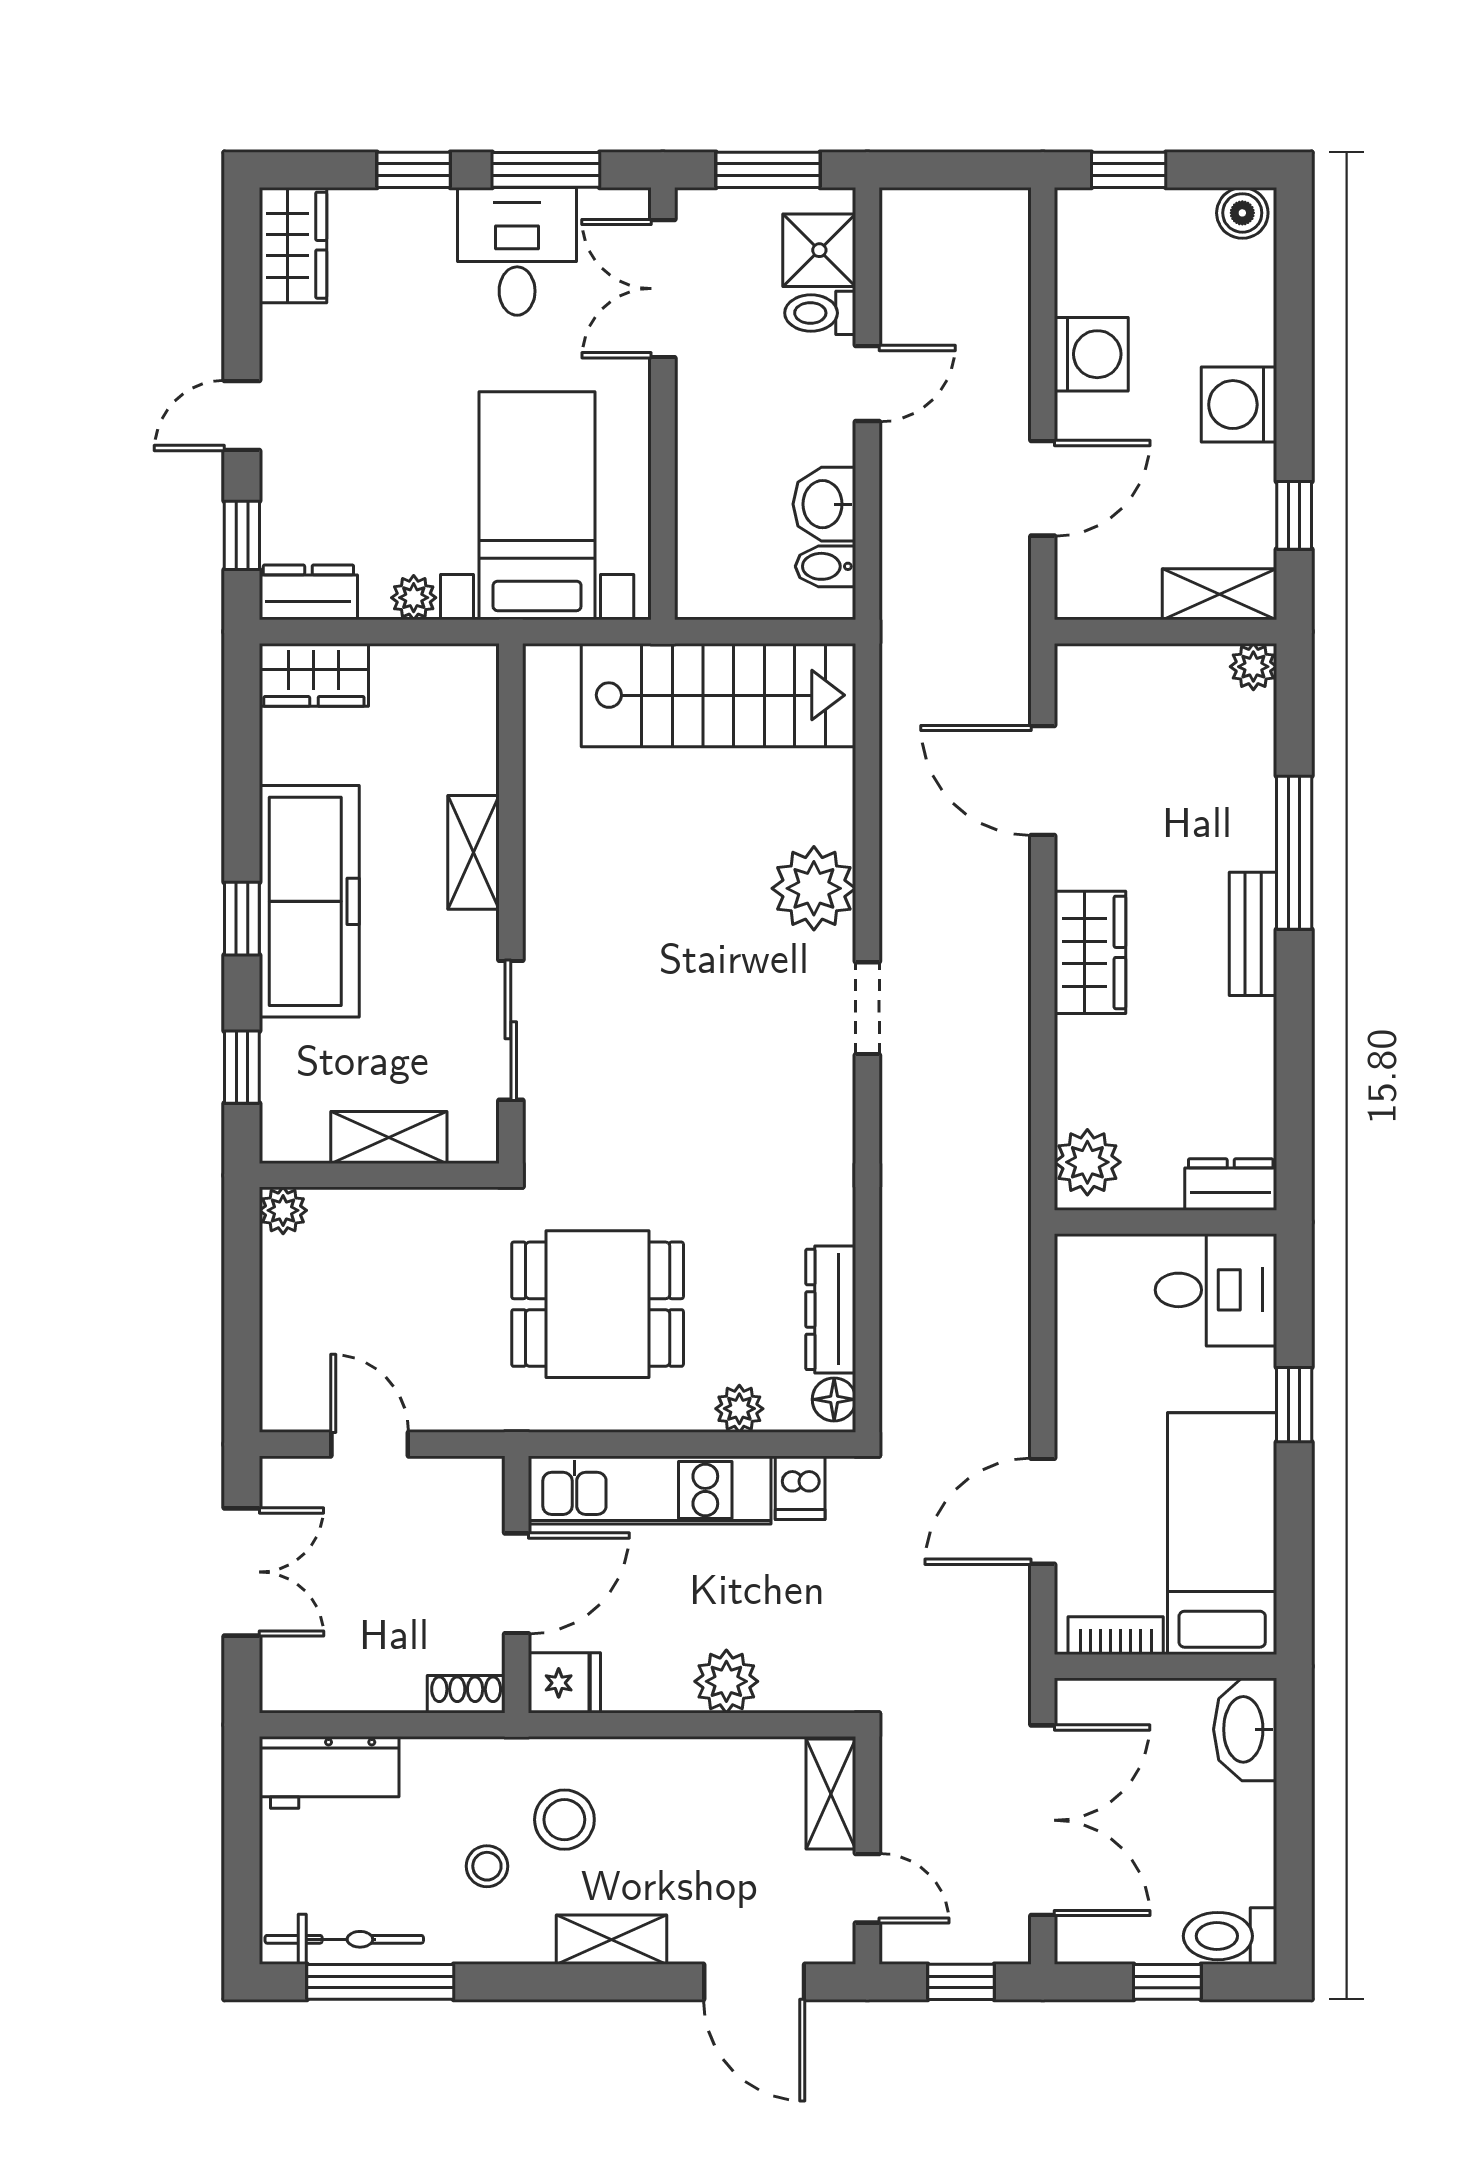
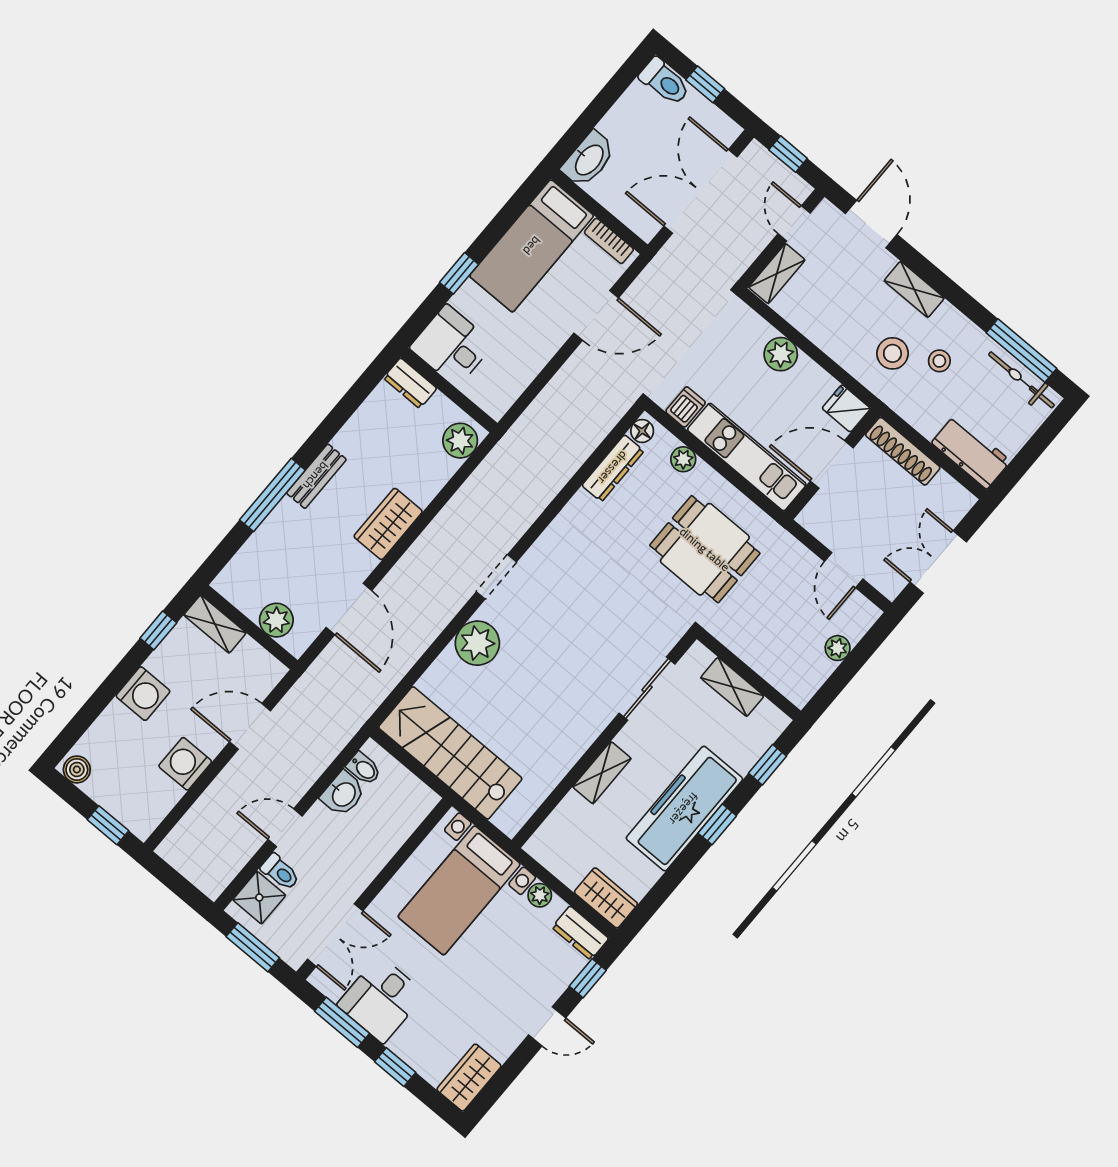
plant: (1253, 667) -> (276, 620), moved, width x1.38, depth x1.38
plant: (283, 1210) -> (838, 648), moved
shoe rack: (466, 1694) -> (903, 451), width x1.94, depth x1.24

